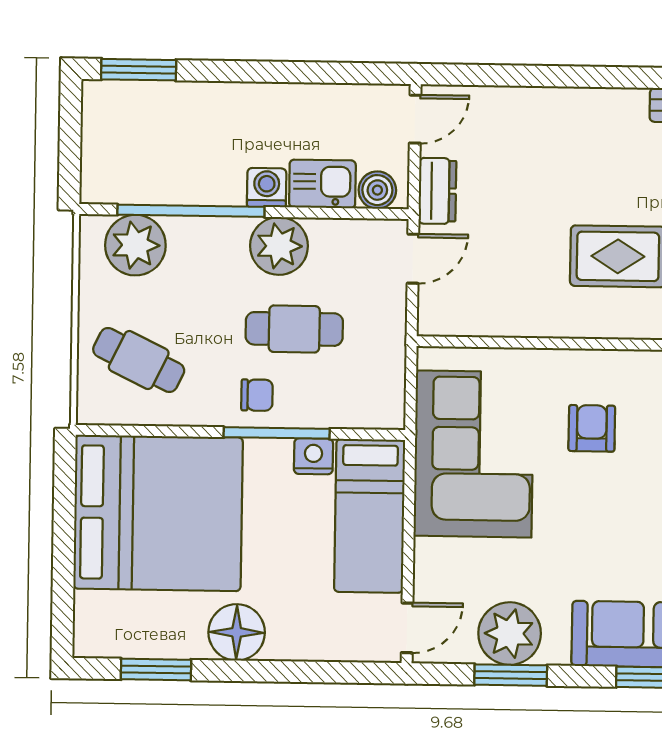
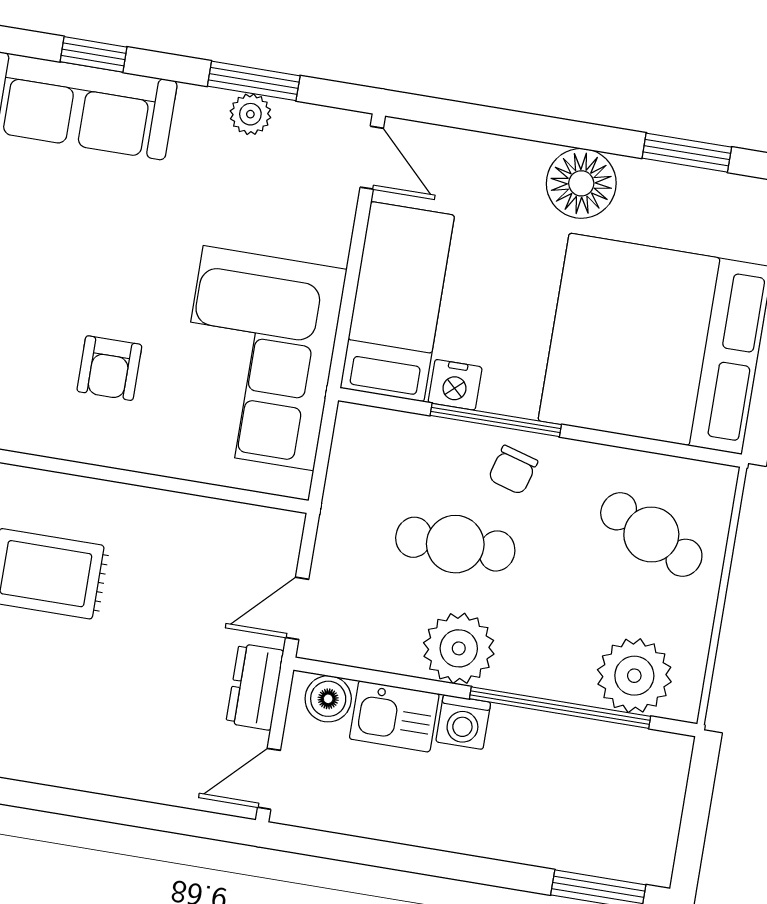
chair: (257, 395) -> (513, 470), turned -74
door: (407, 628) -> (372, 158), swing flipped
plant: (510, 634) -> (250, 114), width x0.53, depth x0.53

